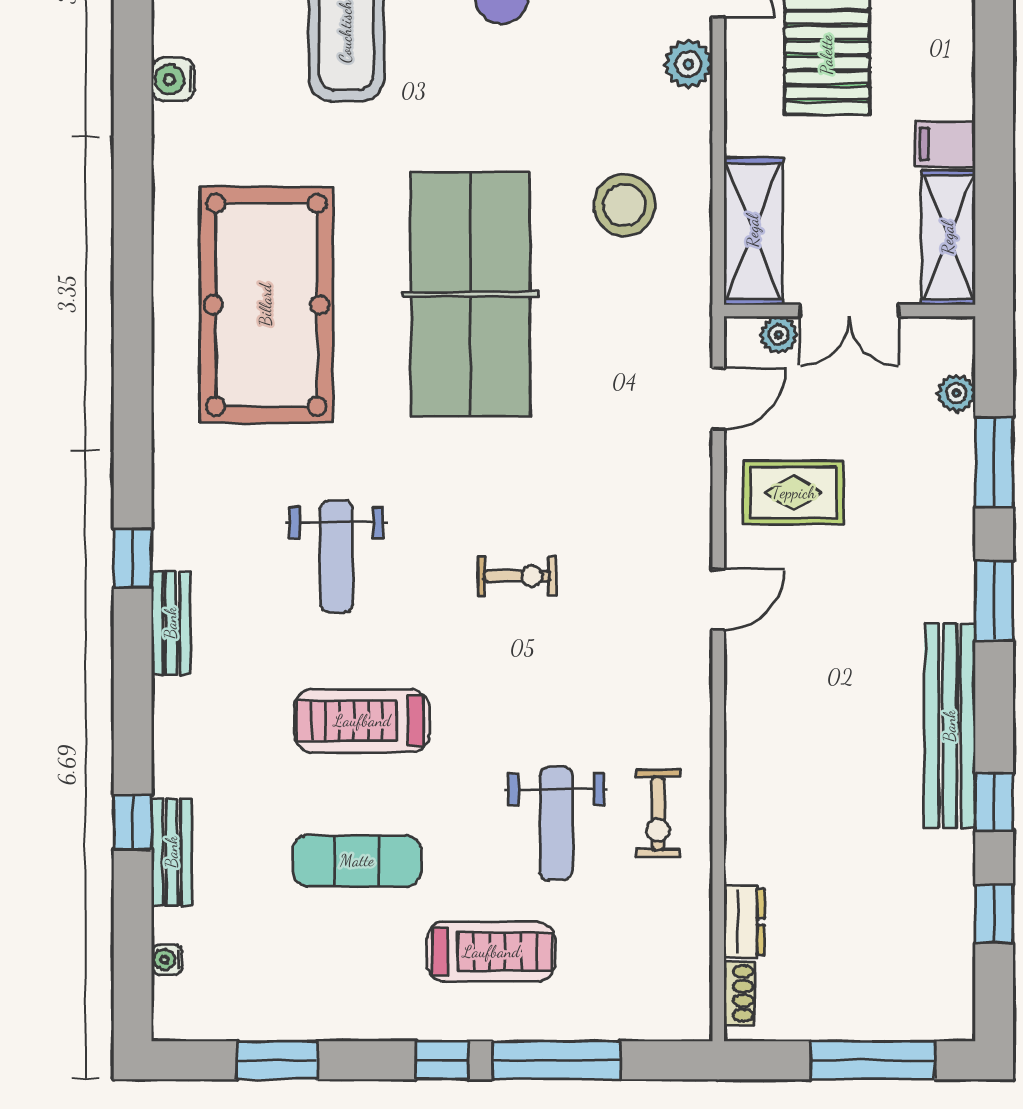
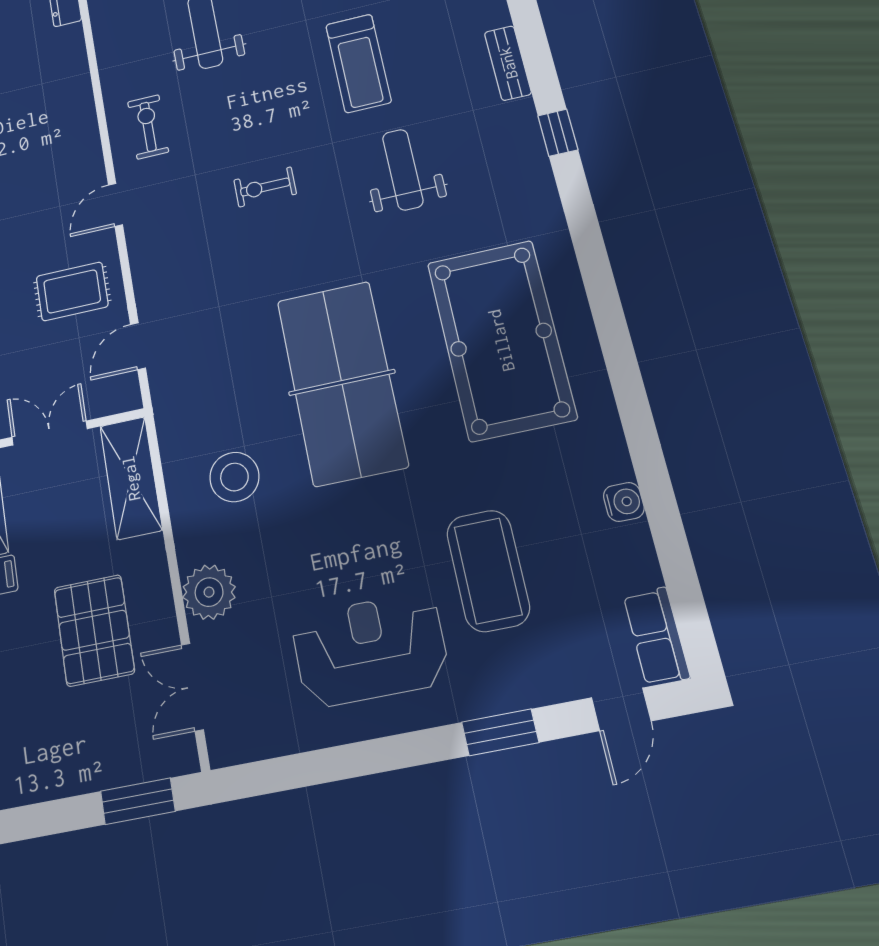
plant: (688, 64) -> (209, 592), width x1.36, depth x1.36
plant: (779, 335) -> (100, 403), removed
bench: (171, 623) -> (508, 63), moved
treadmill: (362, 721) -> (358, 63), turned 90
exercise bike: (658, 814) -> (148, 127), moved

